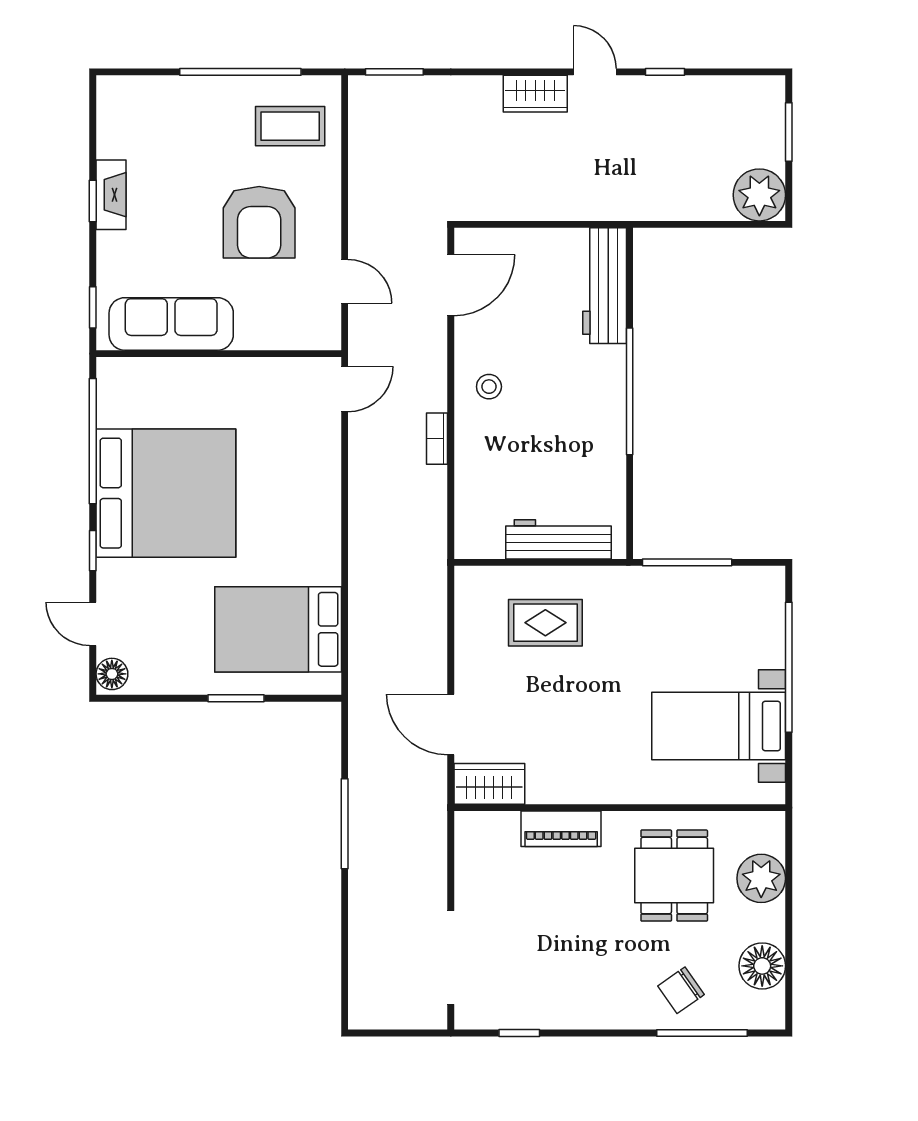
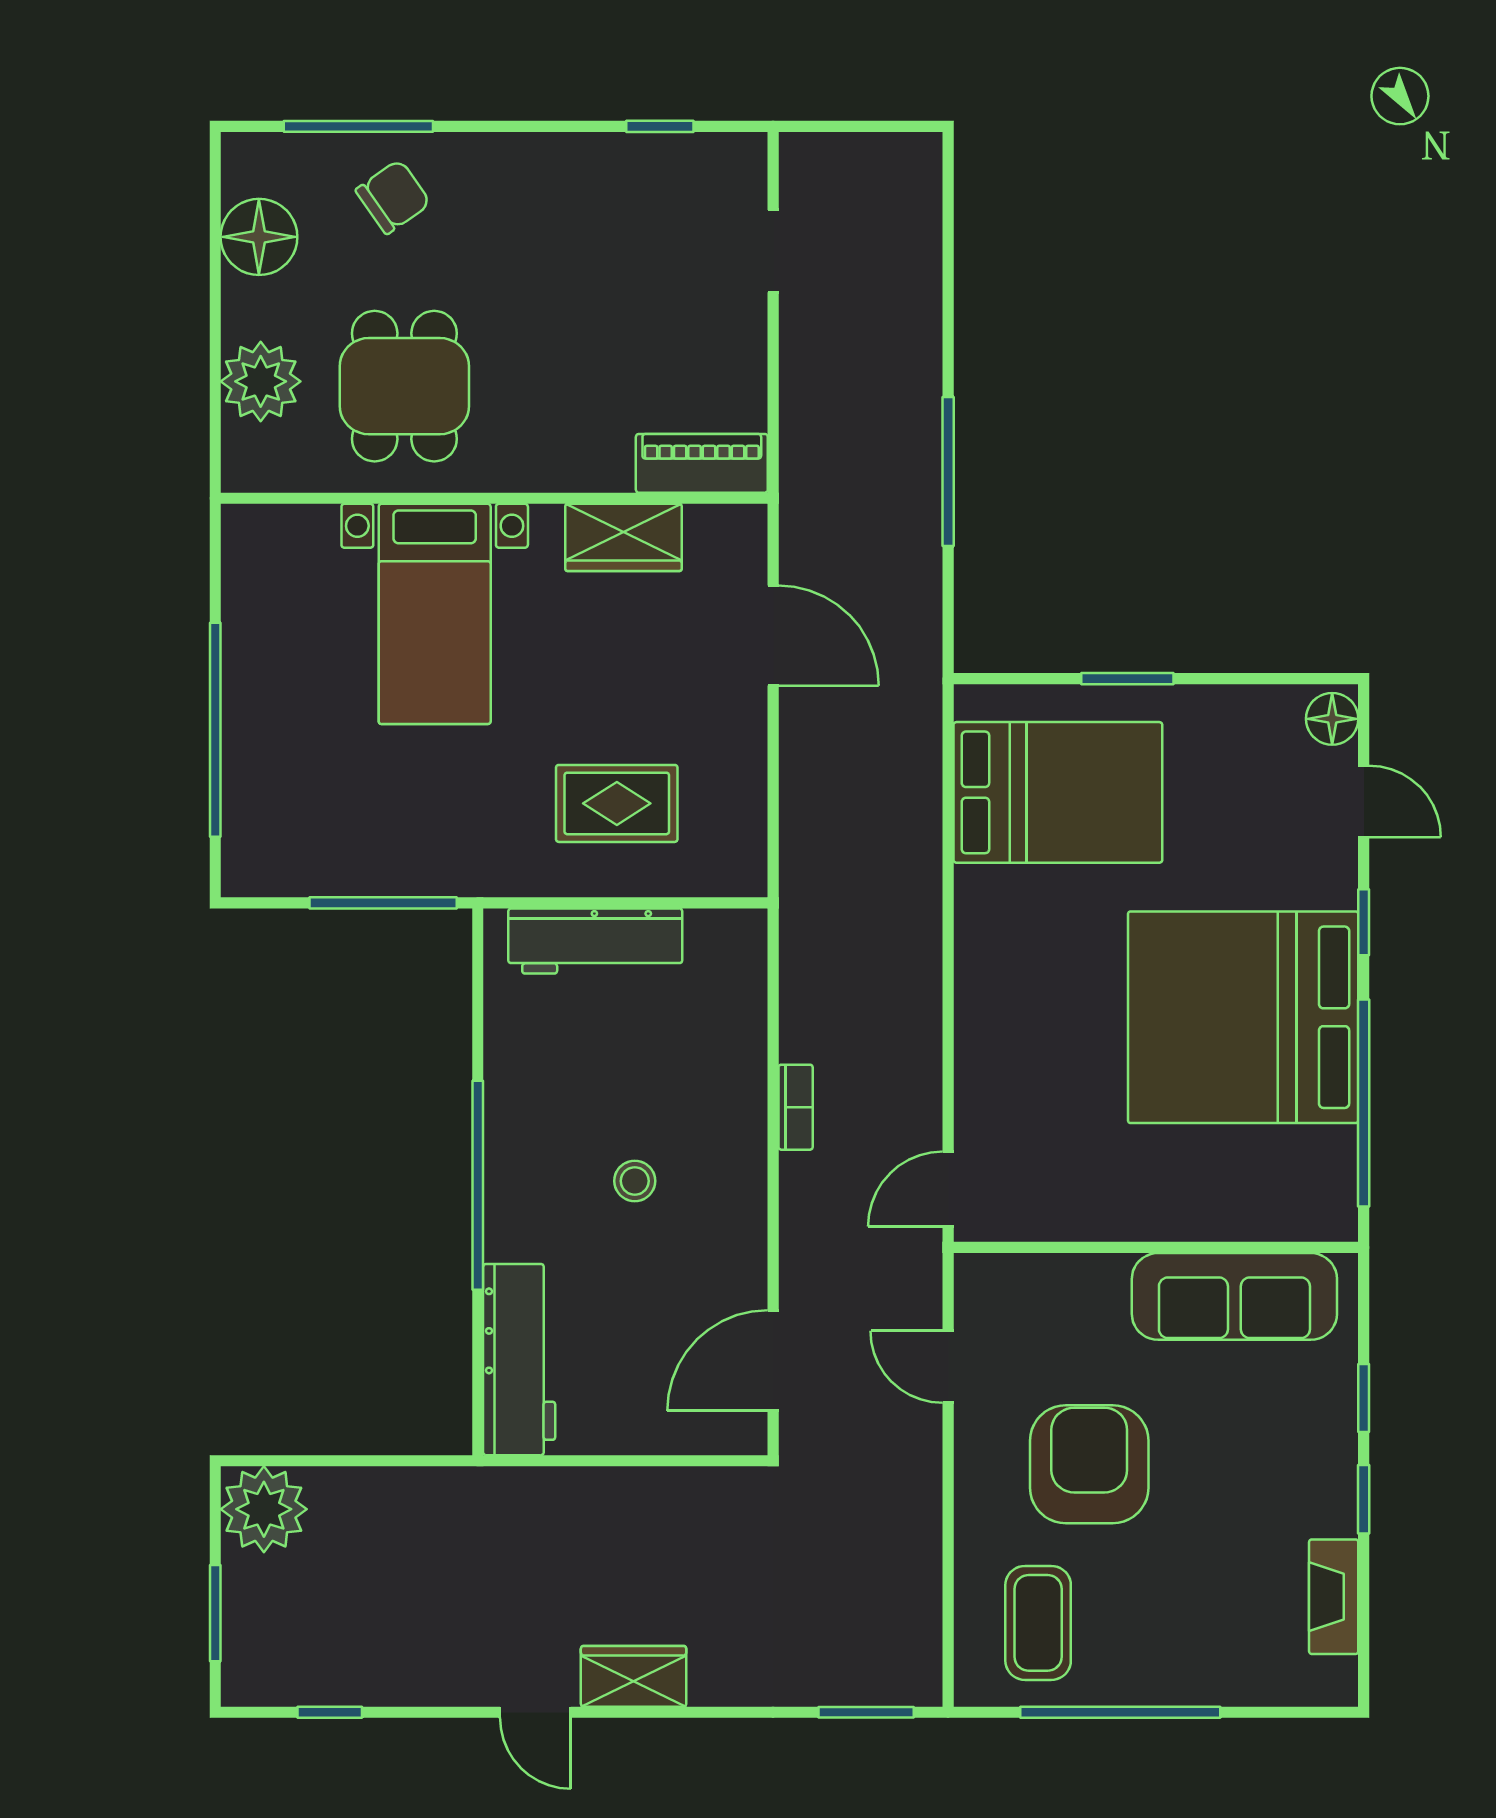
window: (665, 72) -> (330, 1712), moved
coffee table: (290, 126) -> (1038, 1623), turned 90
fireplace: (111, 195) -> (1334, 1597), moved
window: (93, 307) -> (1364, 1398), moved
stool: (489, 387) -> (635, 1181), moved
bed with nightstands: (719, 726) -> (435, 614), moved, turned 90
wardrobe: (489, 784) -> (623, 537), moved
piano: (561, 829) -> (702, 463), moved
doorway: (451, 957) -> (773, 251), width x0.53

